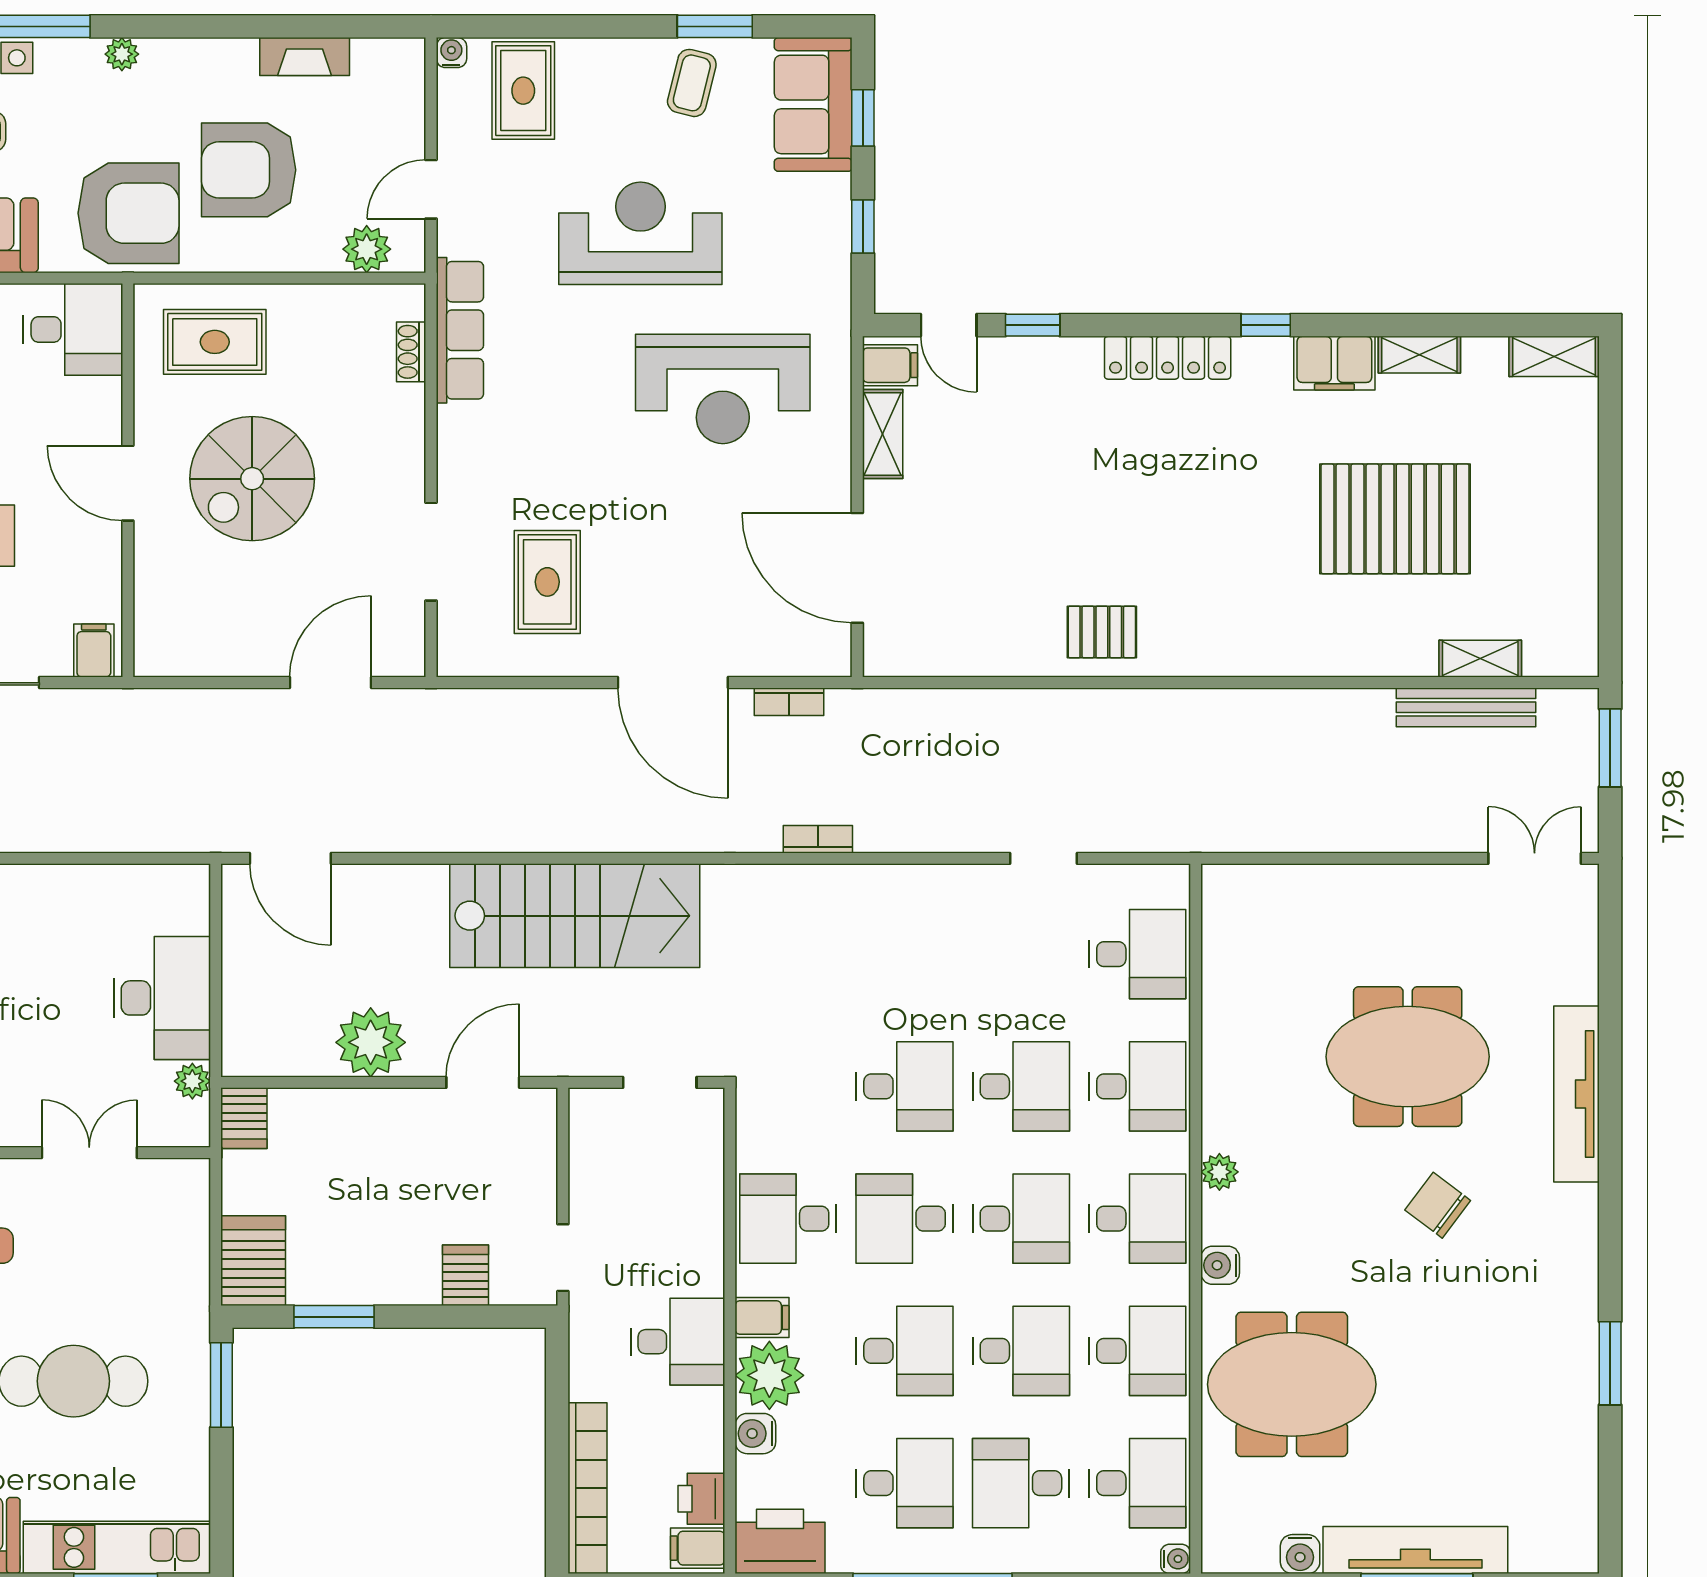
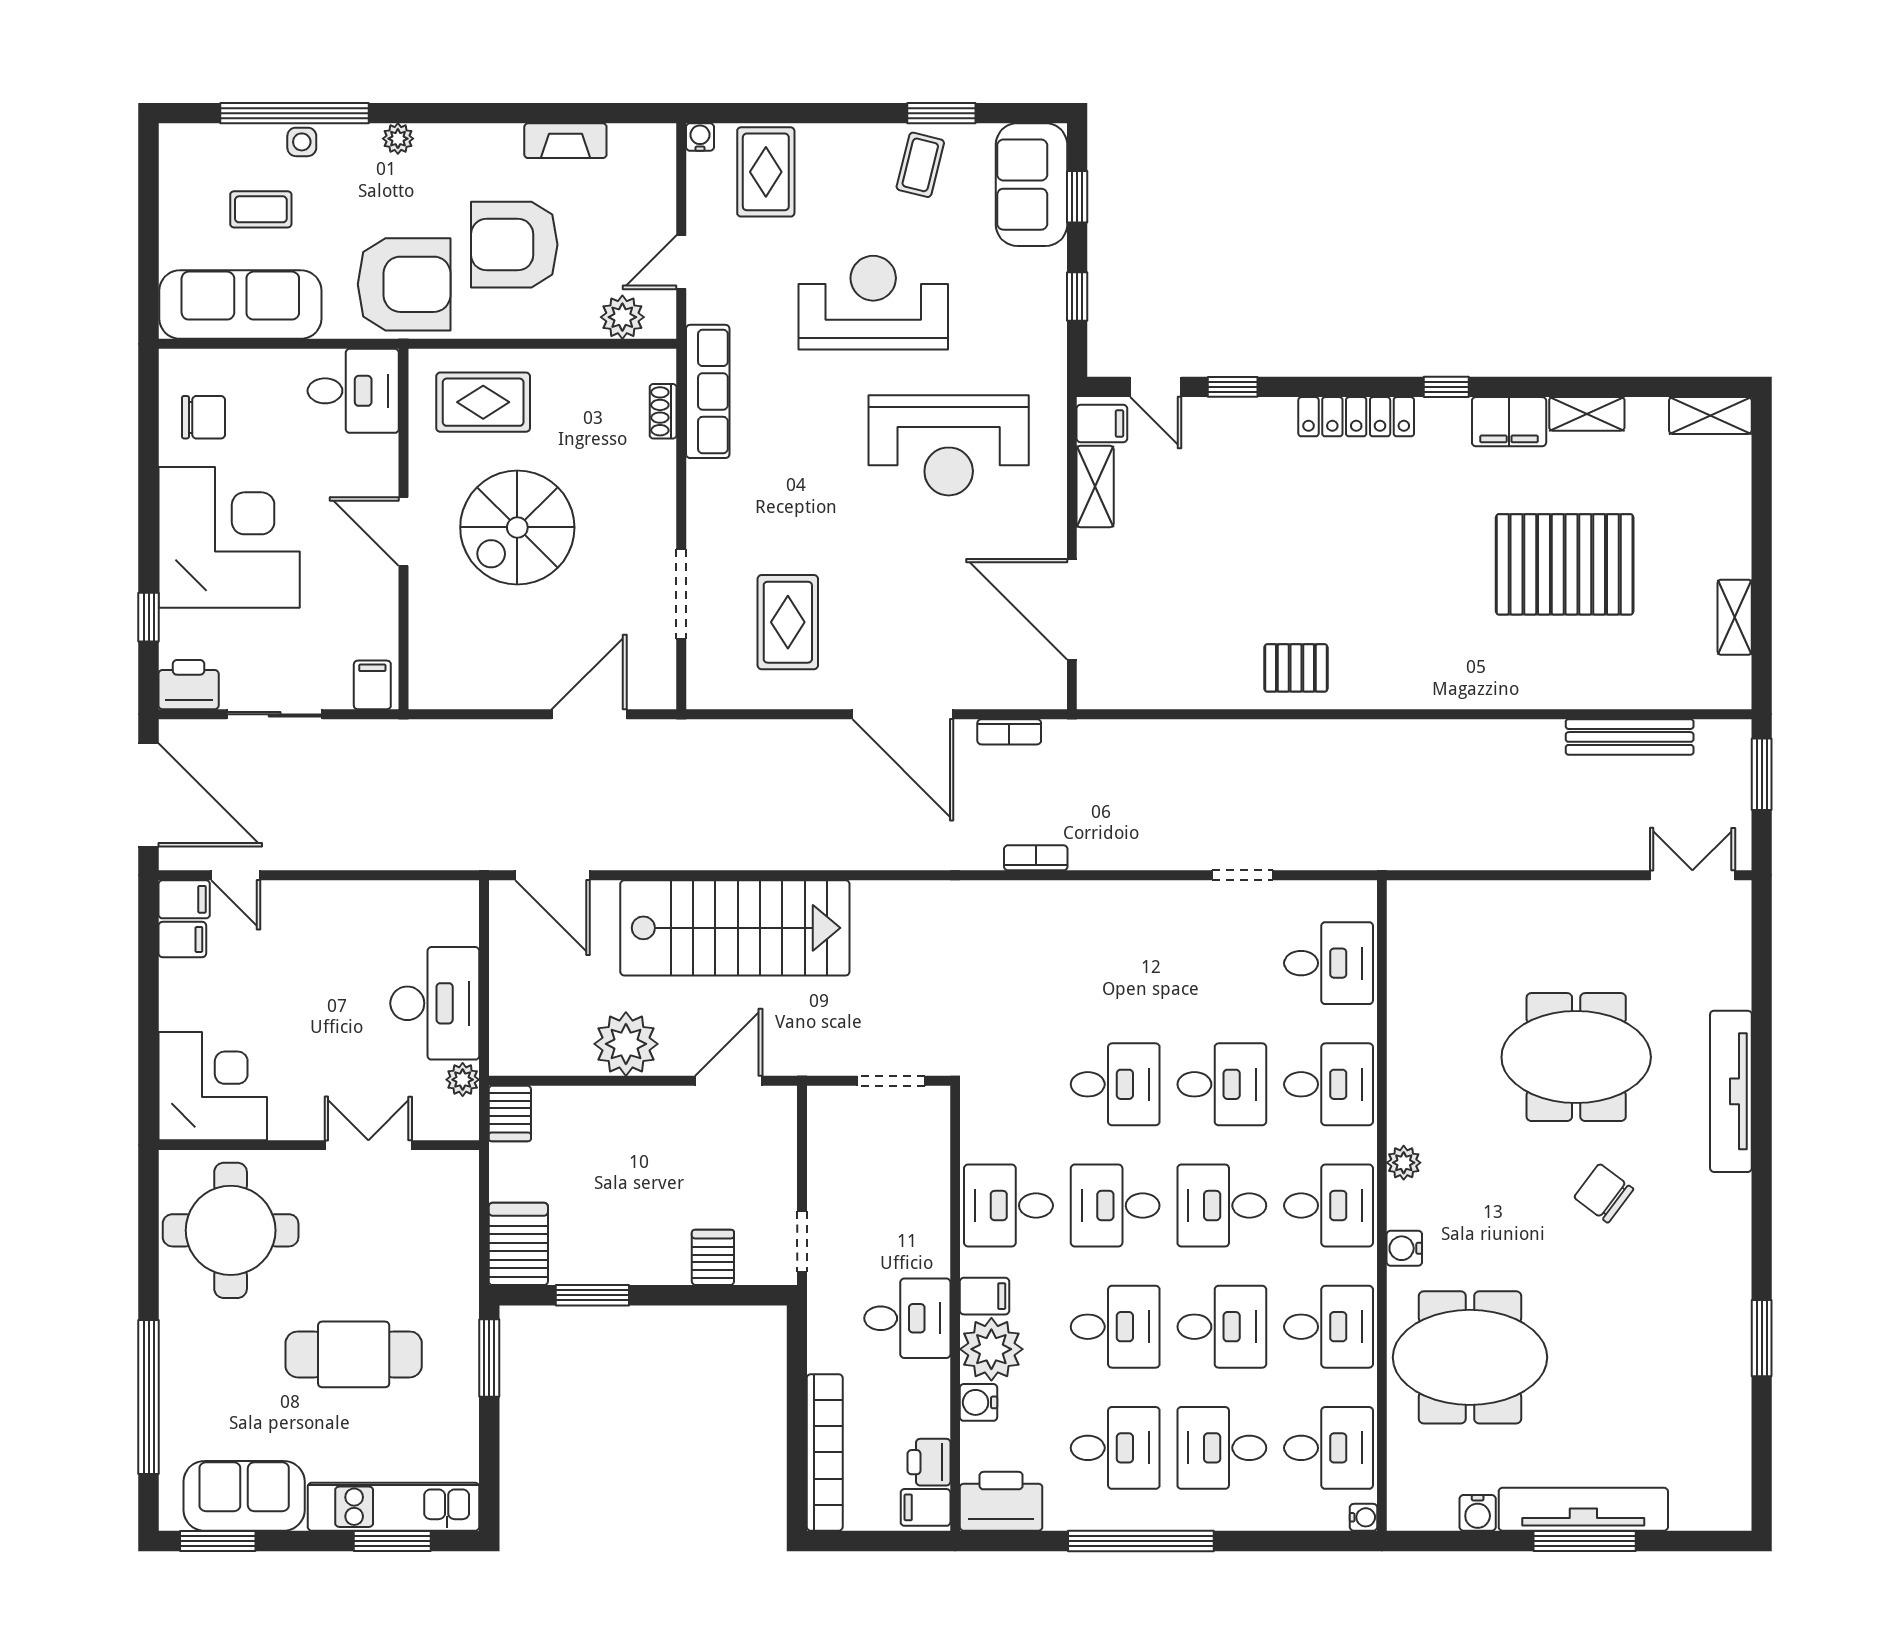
shelving: (1480, 659) -> (1735, 617), moved, turned 90
stairs: (575, 916) -> (735, 928), moved
desk: (1021, 1219) -> (1222, 1206), turned 180

